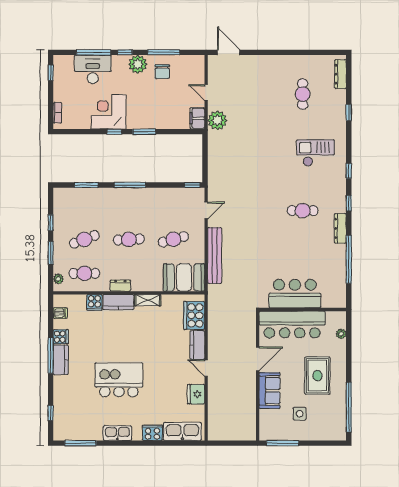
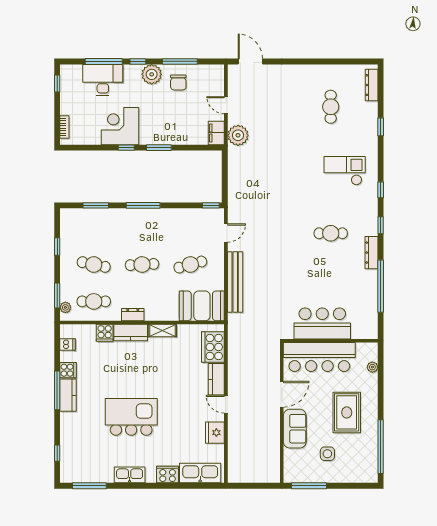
cafe table: (84, 239) -> (94, 265), turned 33
window: (51, 253) -> (57, 295), moved

